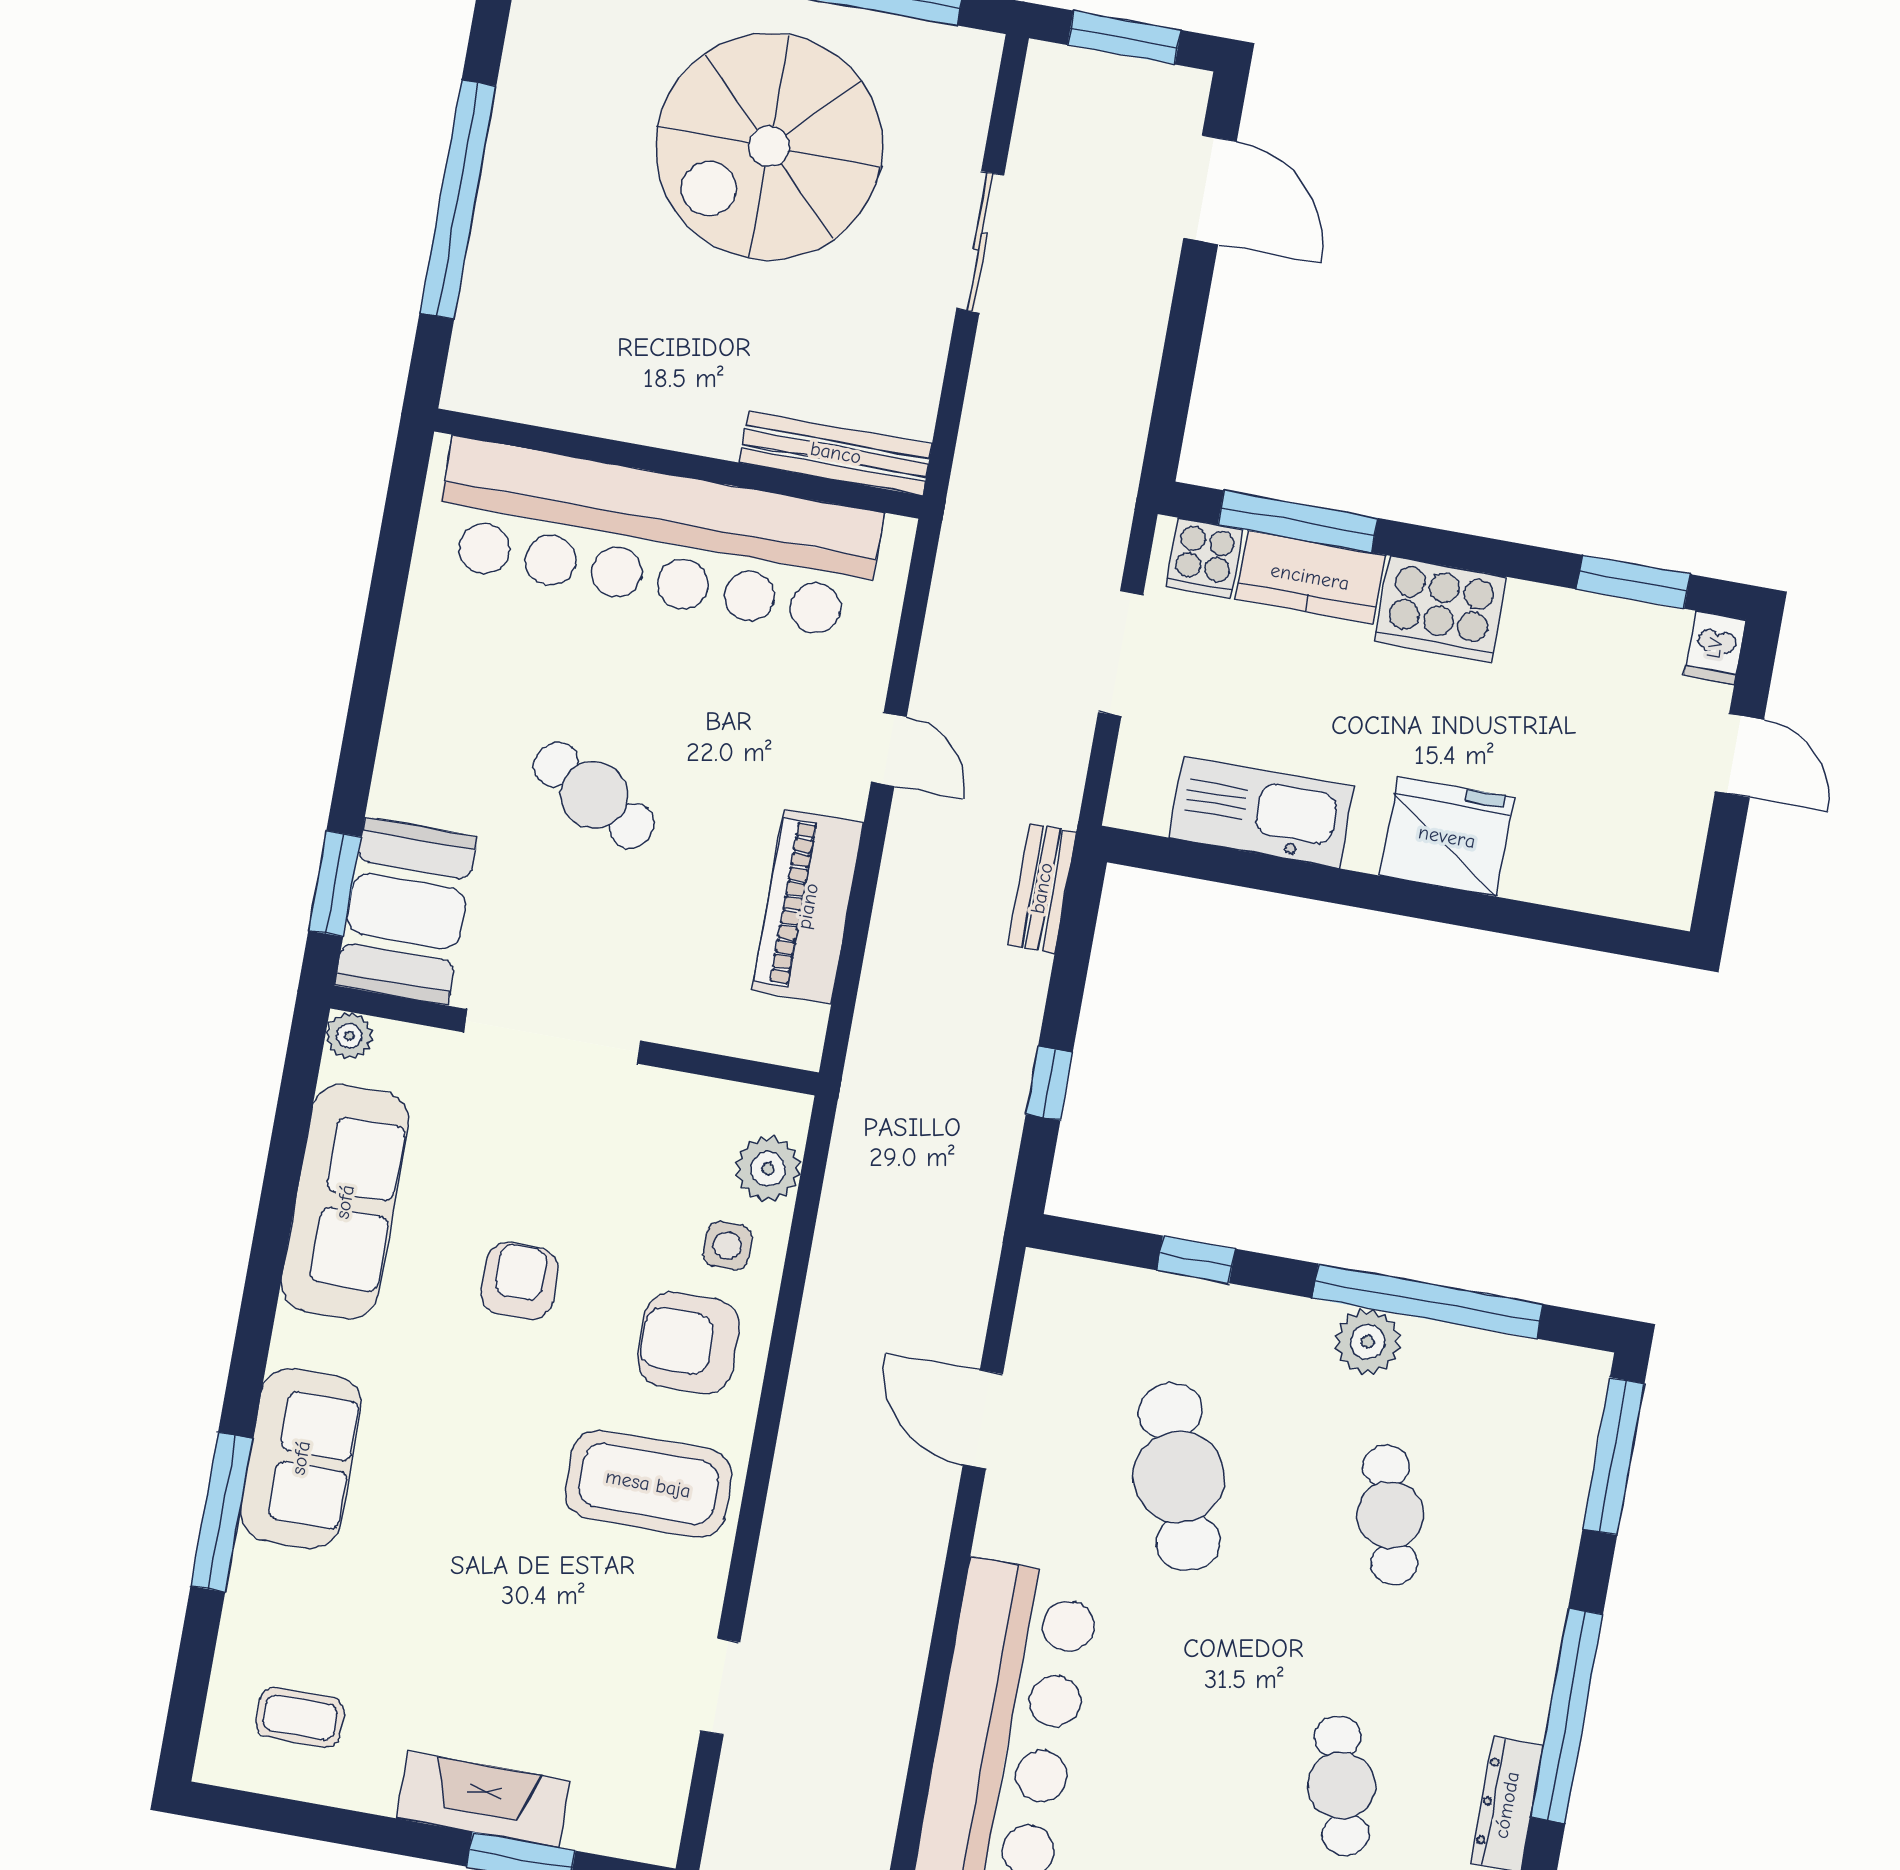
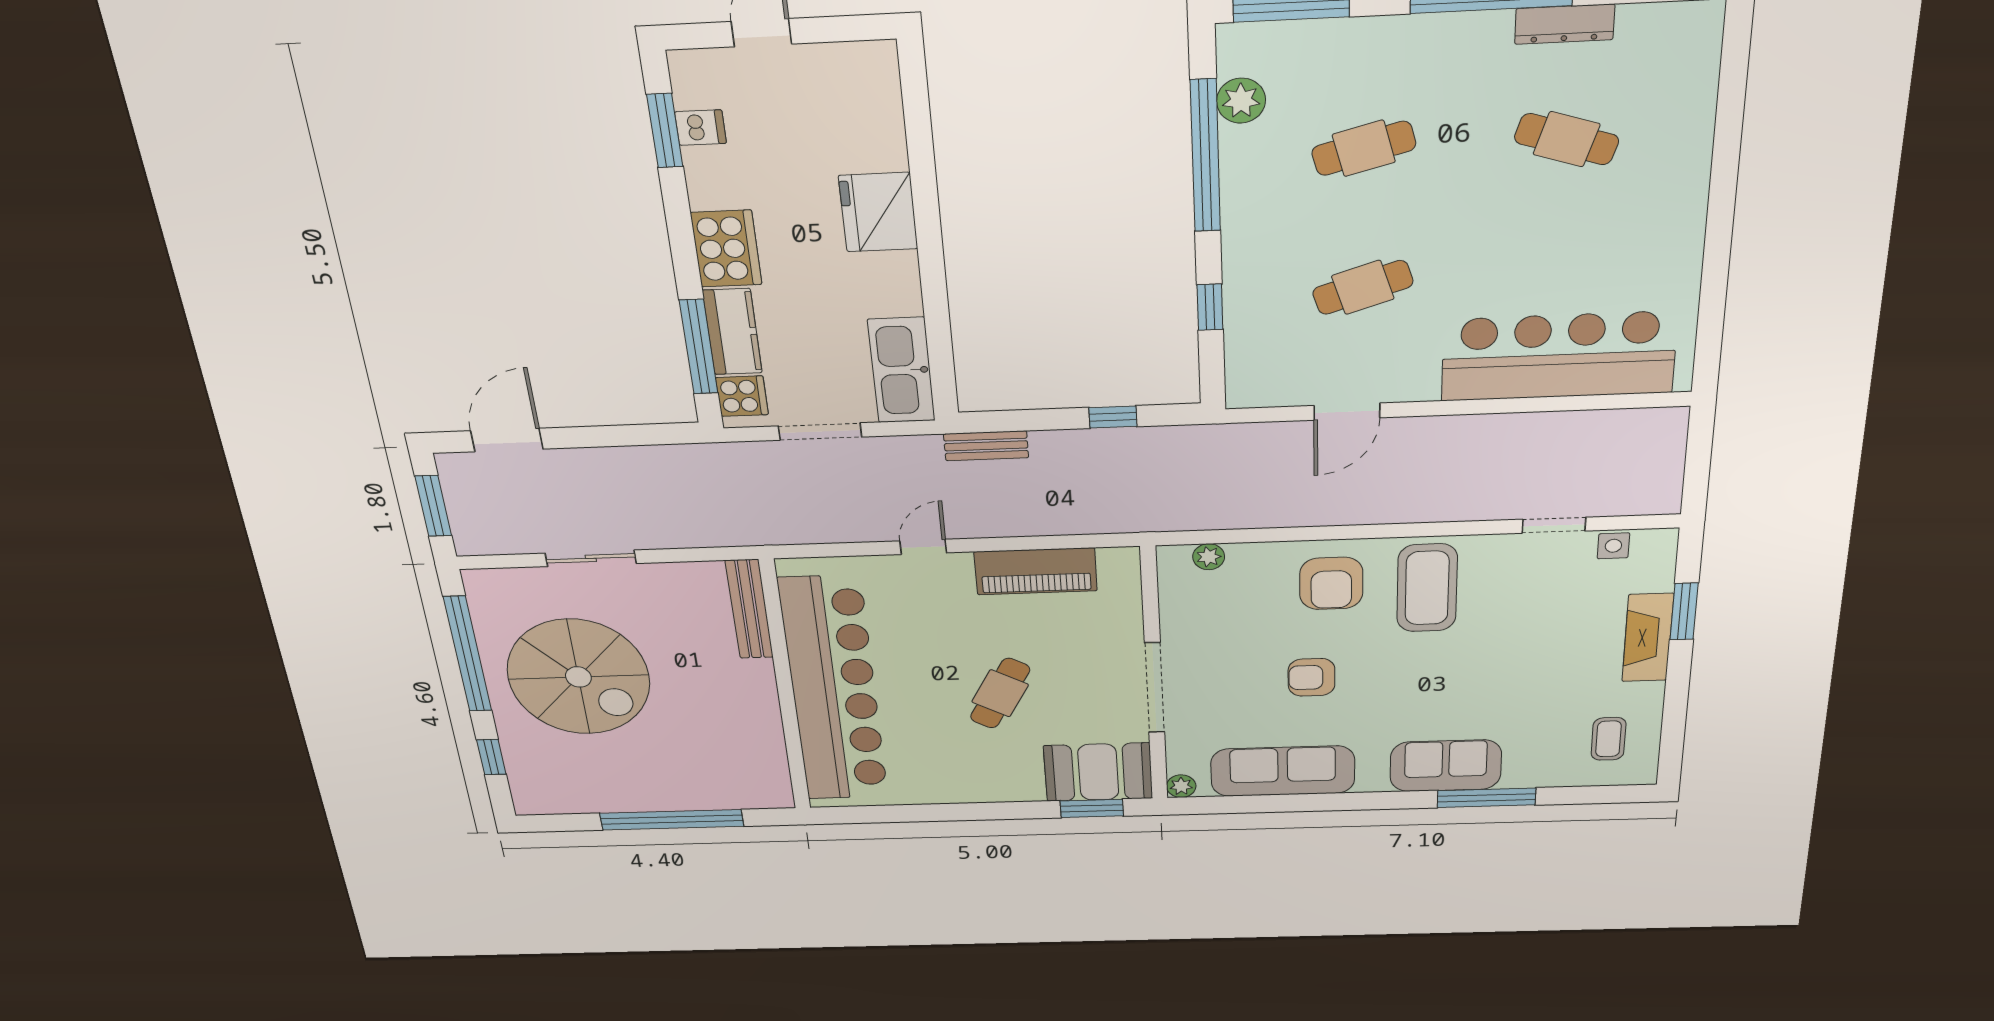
dishwasher: (1715, 648) -> (701, 128), moved
kitchen sink: (1261, 812) -> (901, 370), moved
plant: (768, 1169) -> (1209, 557), width x0.73, depth x0.73
side table: (727, 1245) -> (1613, 546), moved
plant: (1368, 1342) -> (1241, 101), moved
cafe table: (1179, 1477) -> (1363, 287), width x0.73, depth x0.74
cafe table: (1342, 1786) -> (1567, 139), turned 33

